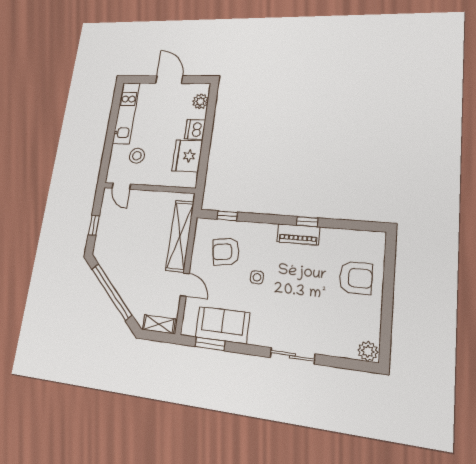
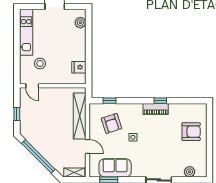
dishwasher: (195, 129) -> (79, 43), removed
fridge: (187, 156) -> (79, 67), width x0.53, depth x0.75
armchair: (226, 252) -> (111, 123), turned -99
plant: (368, 351) -> (190, 172), moved

